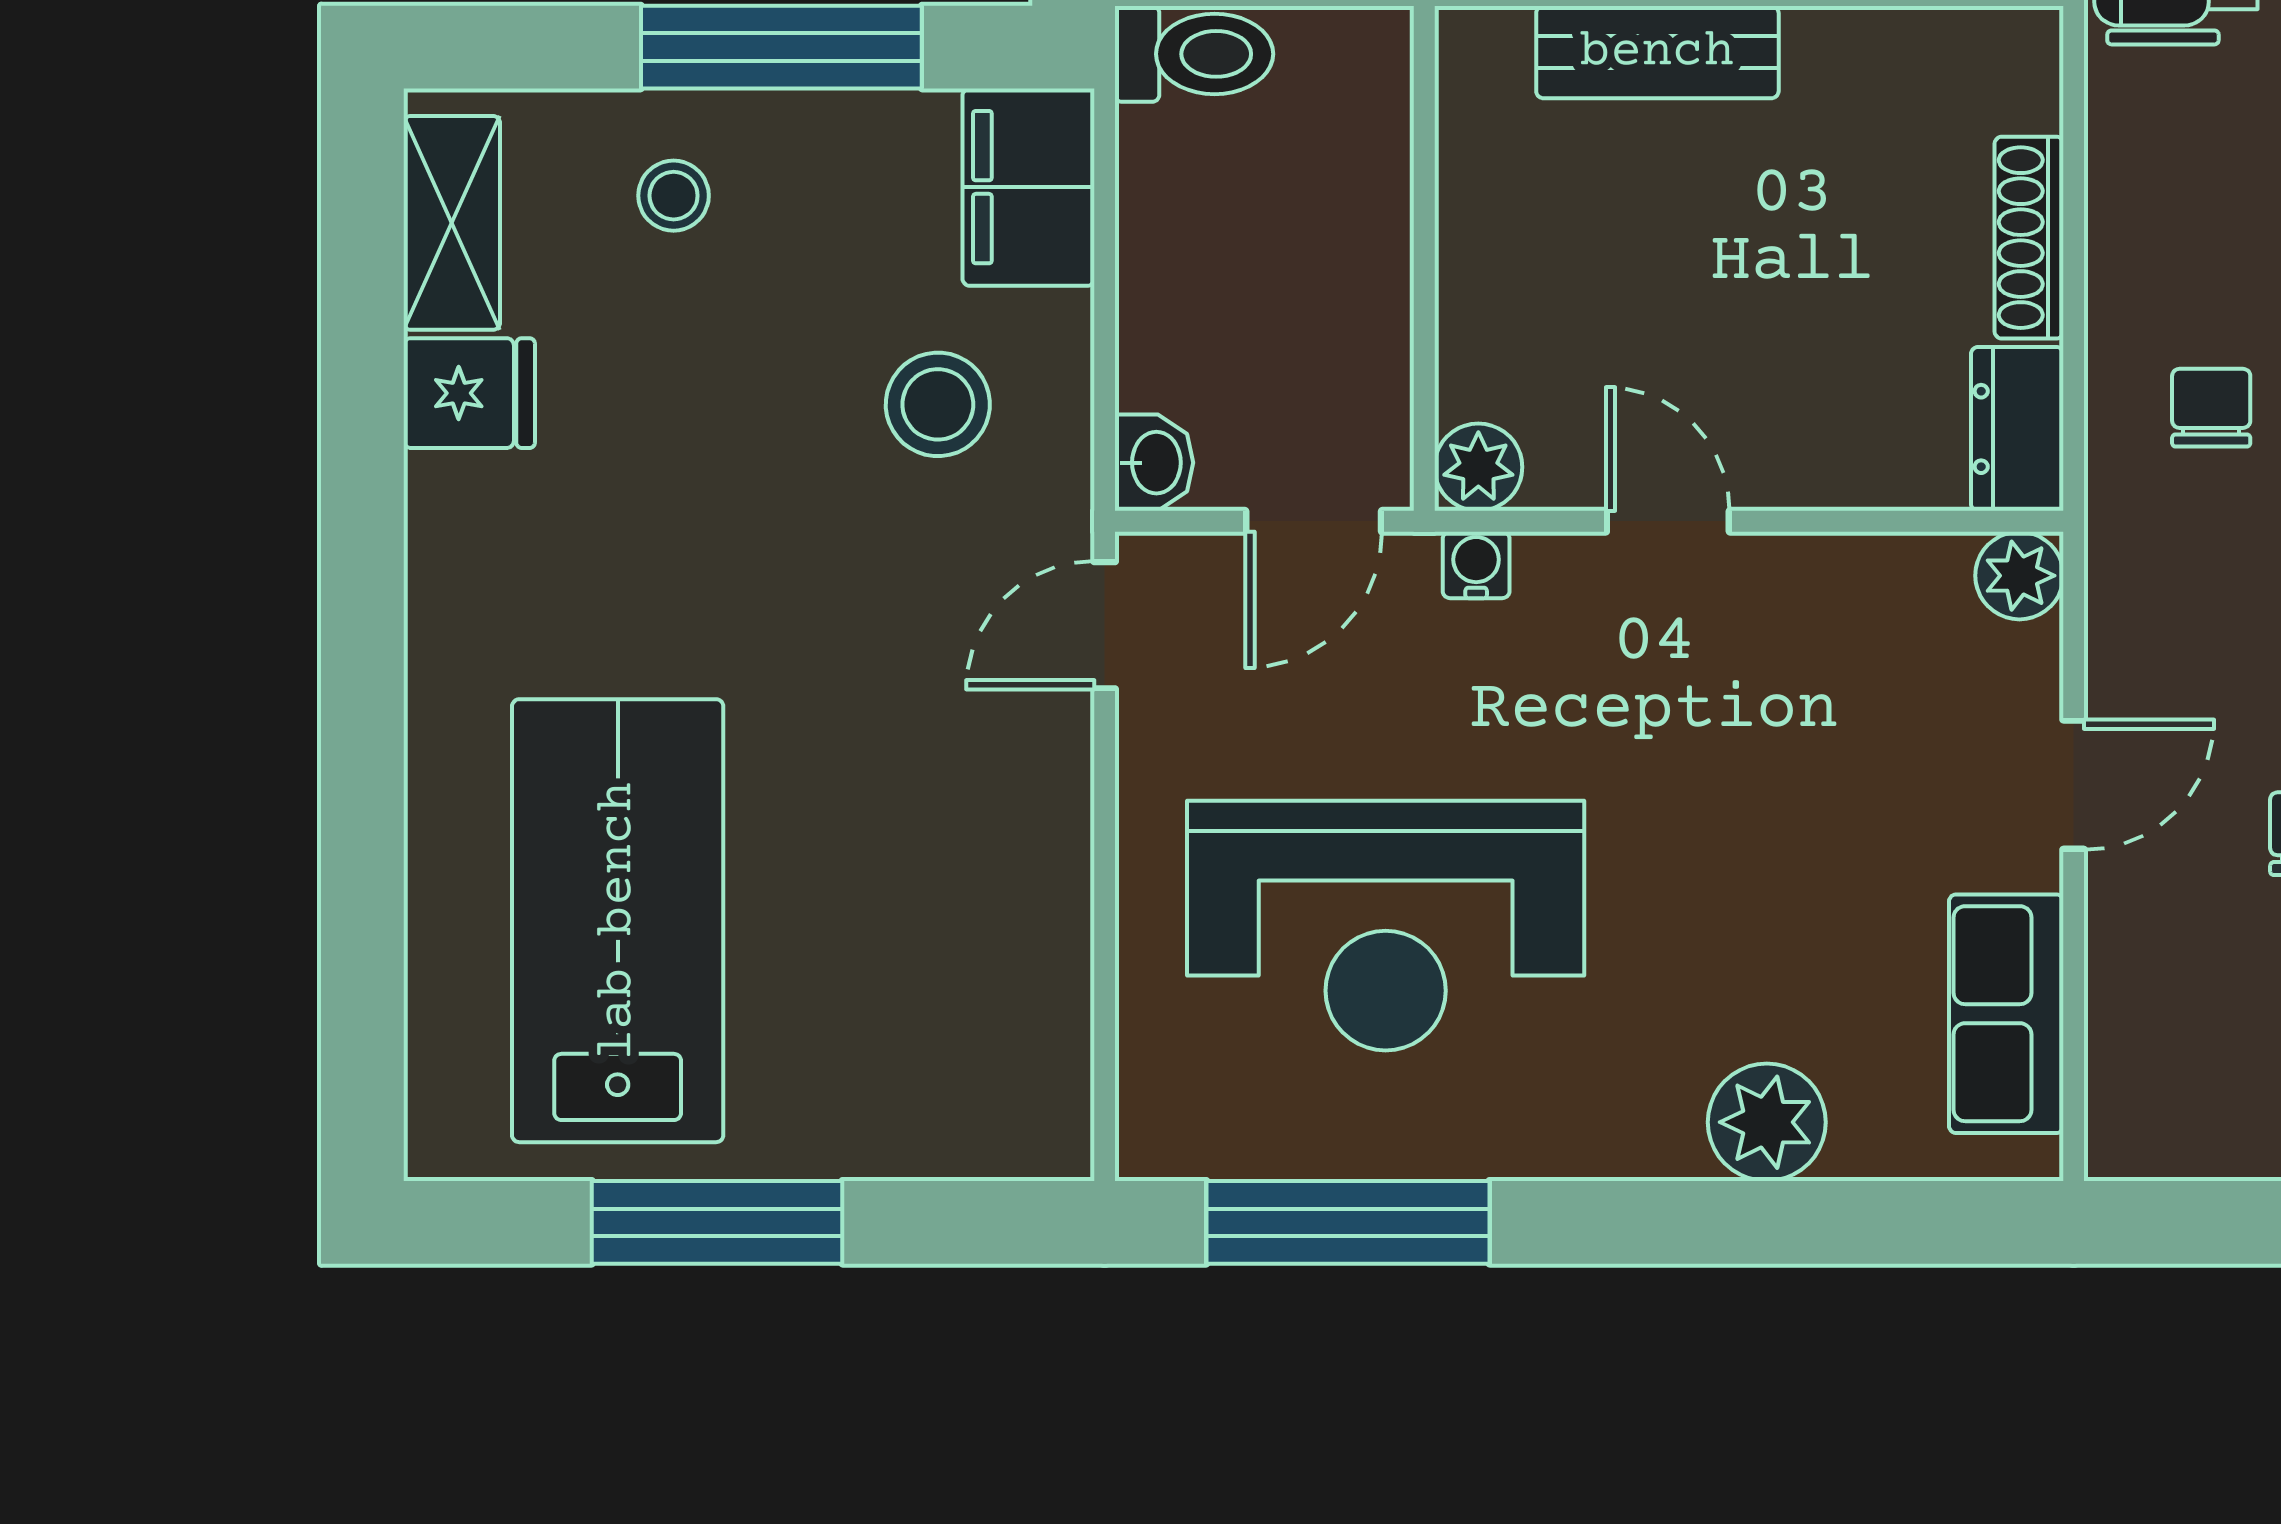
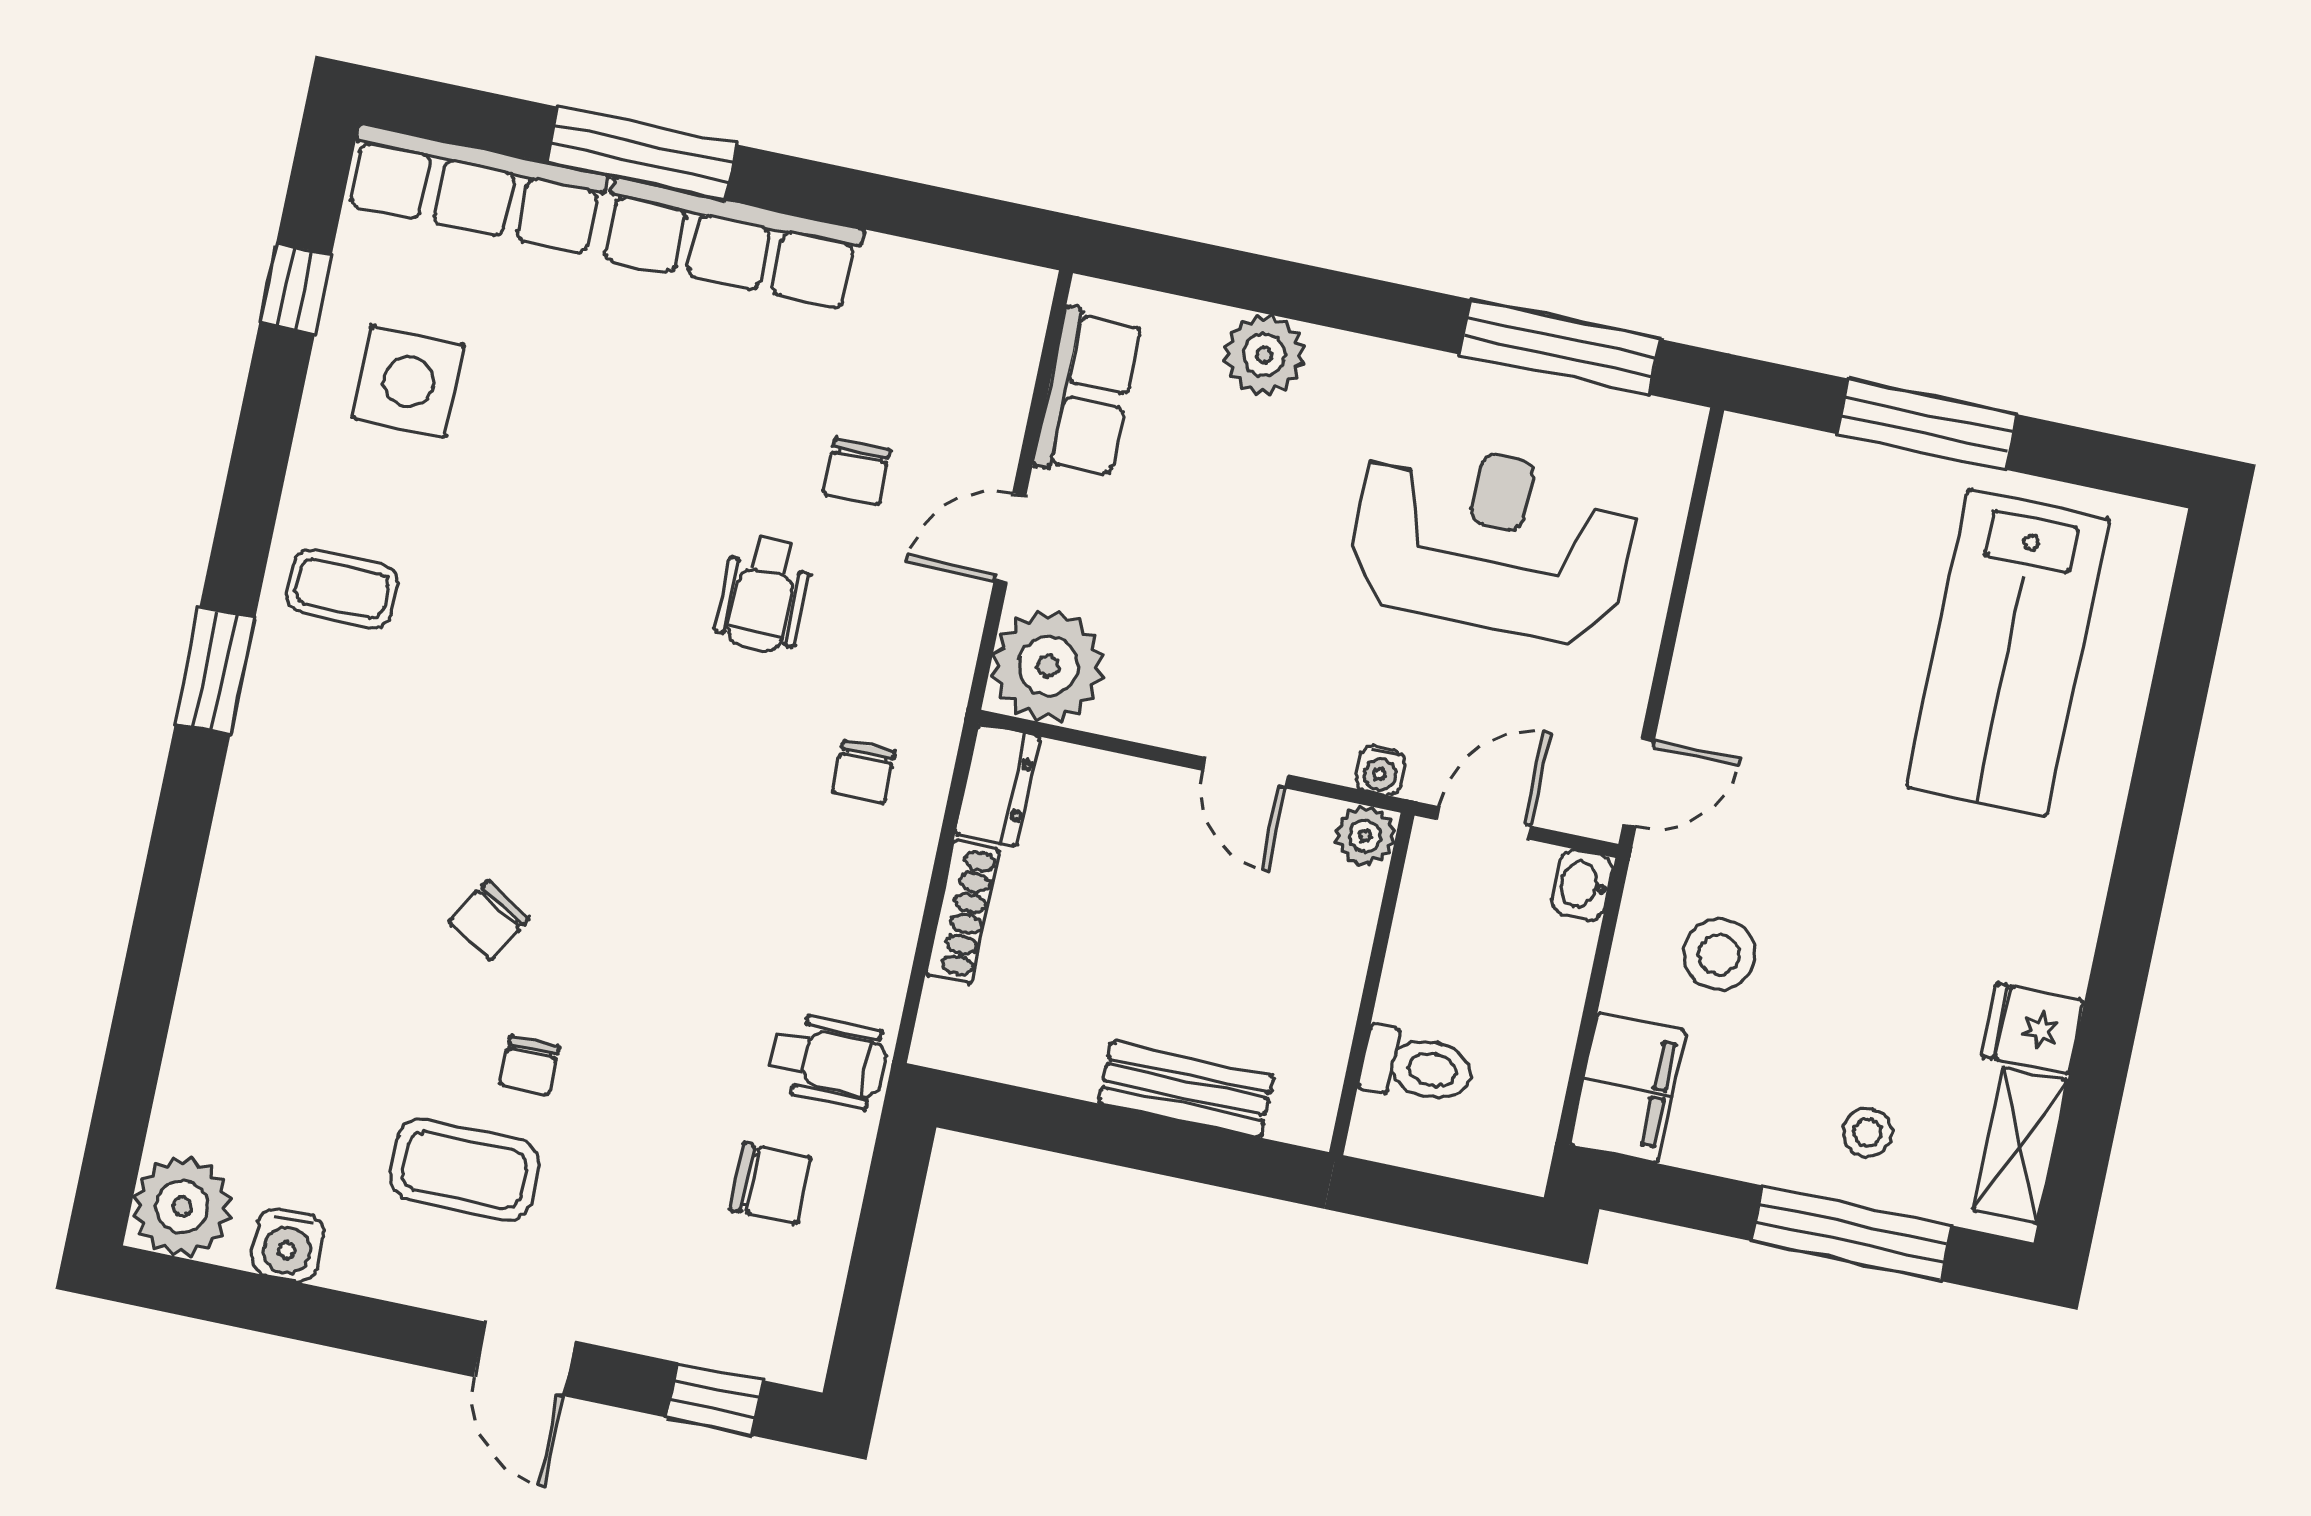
window: (781, 47) -> (1852, 1233), moved
toilet: (1194, 54) -> (1417, 1067), moved, turned 180
plant: (2019, 576) -> (1048, 666), width x1.88, depth x1.88
window: (717, 1222) -> (1927, 424), moved

